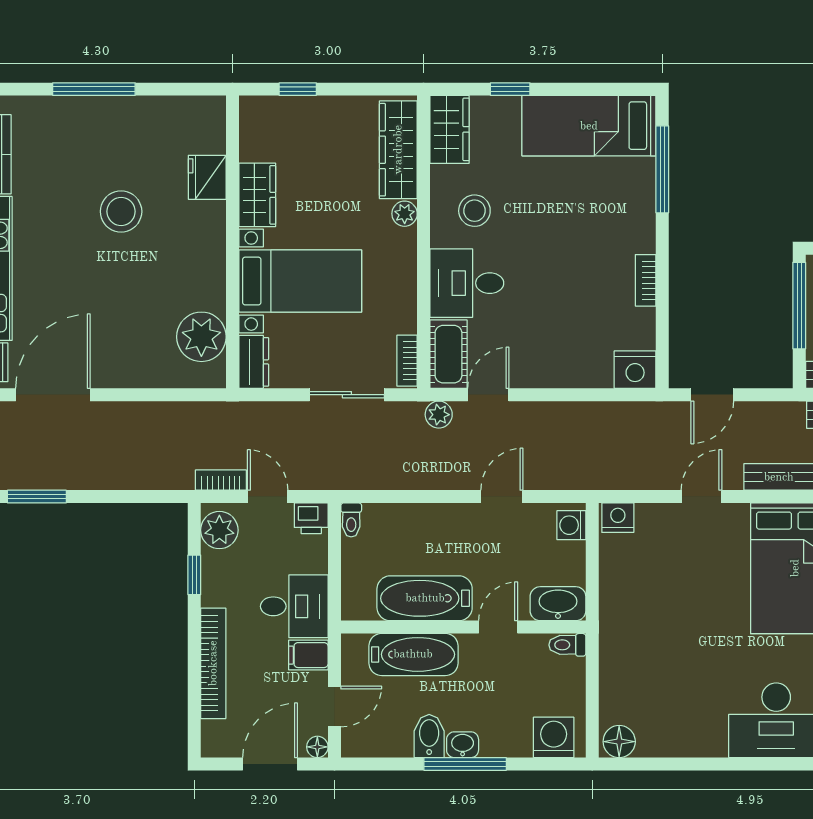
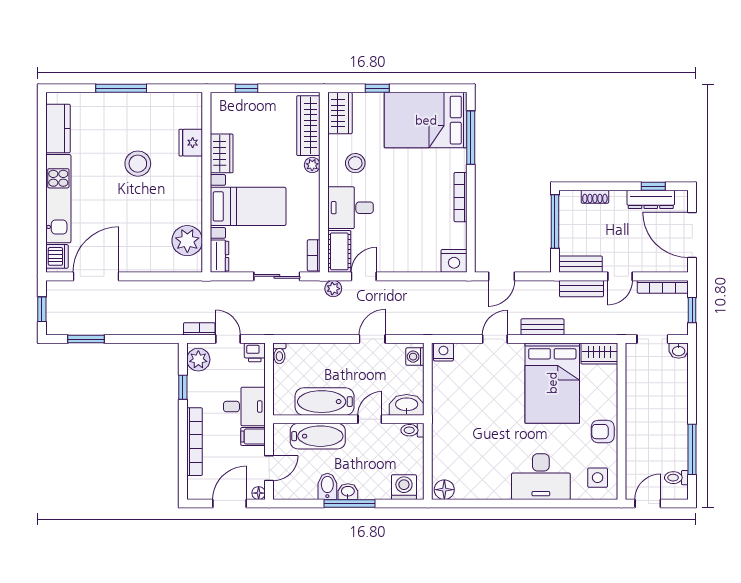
bed: (589, 126) -> (426, 120), width x1.50
bookcase: (646, 280) -> (461, 197), width x1.56

